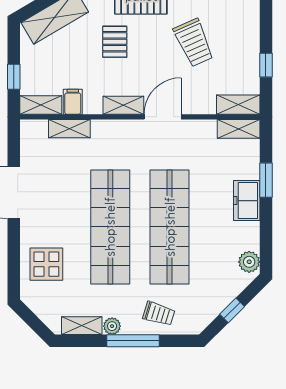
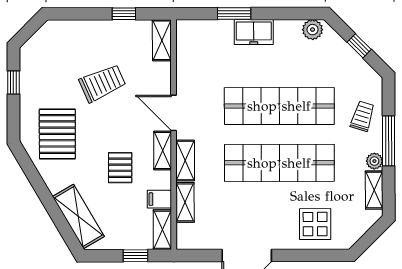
pallet: (115, 42) -> (120, 168), moved, turned 90
shelving: (239, 129) -> (185, 161), moved

